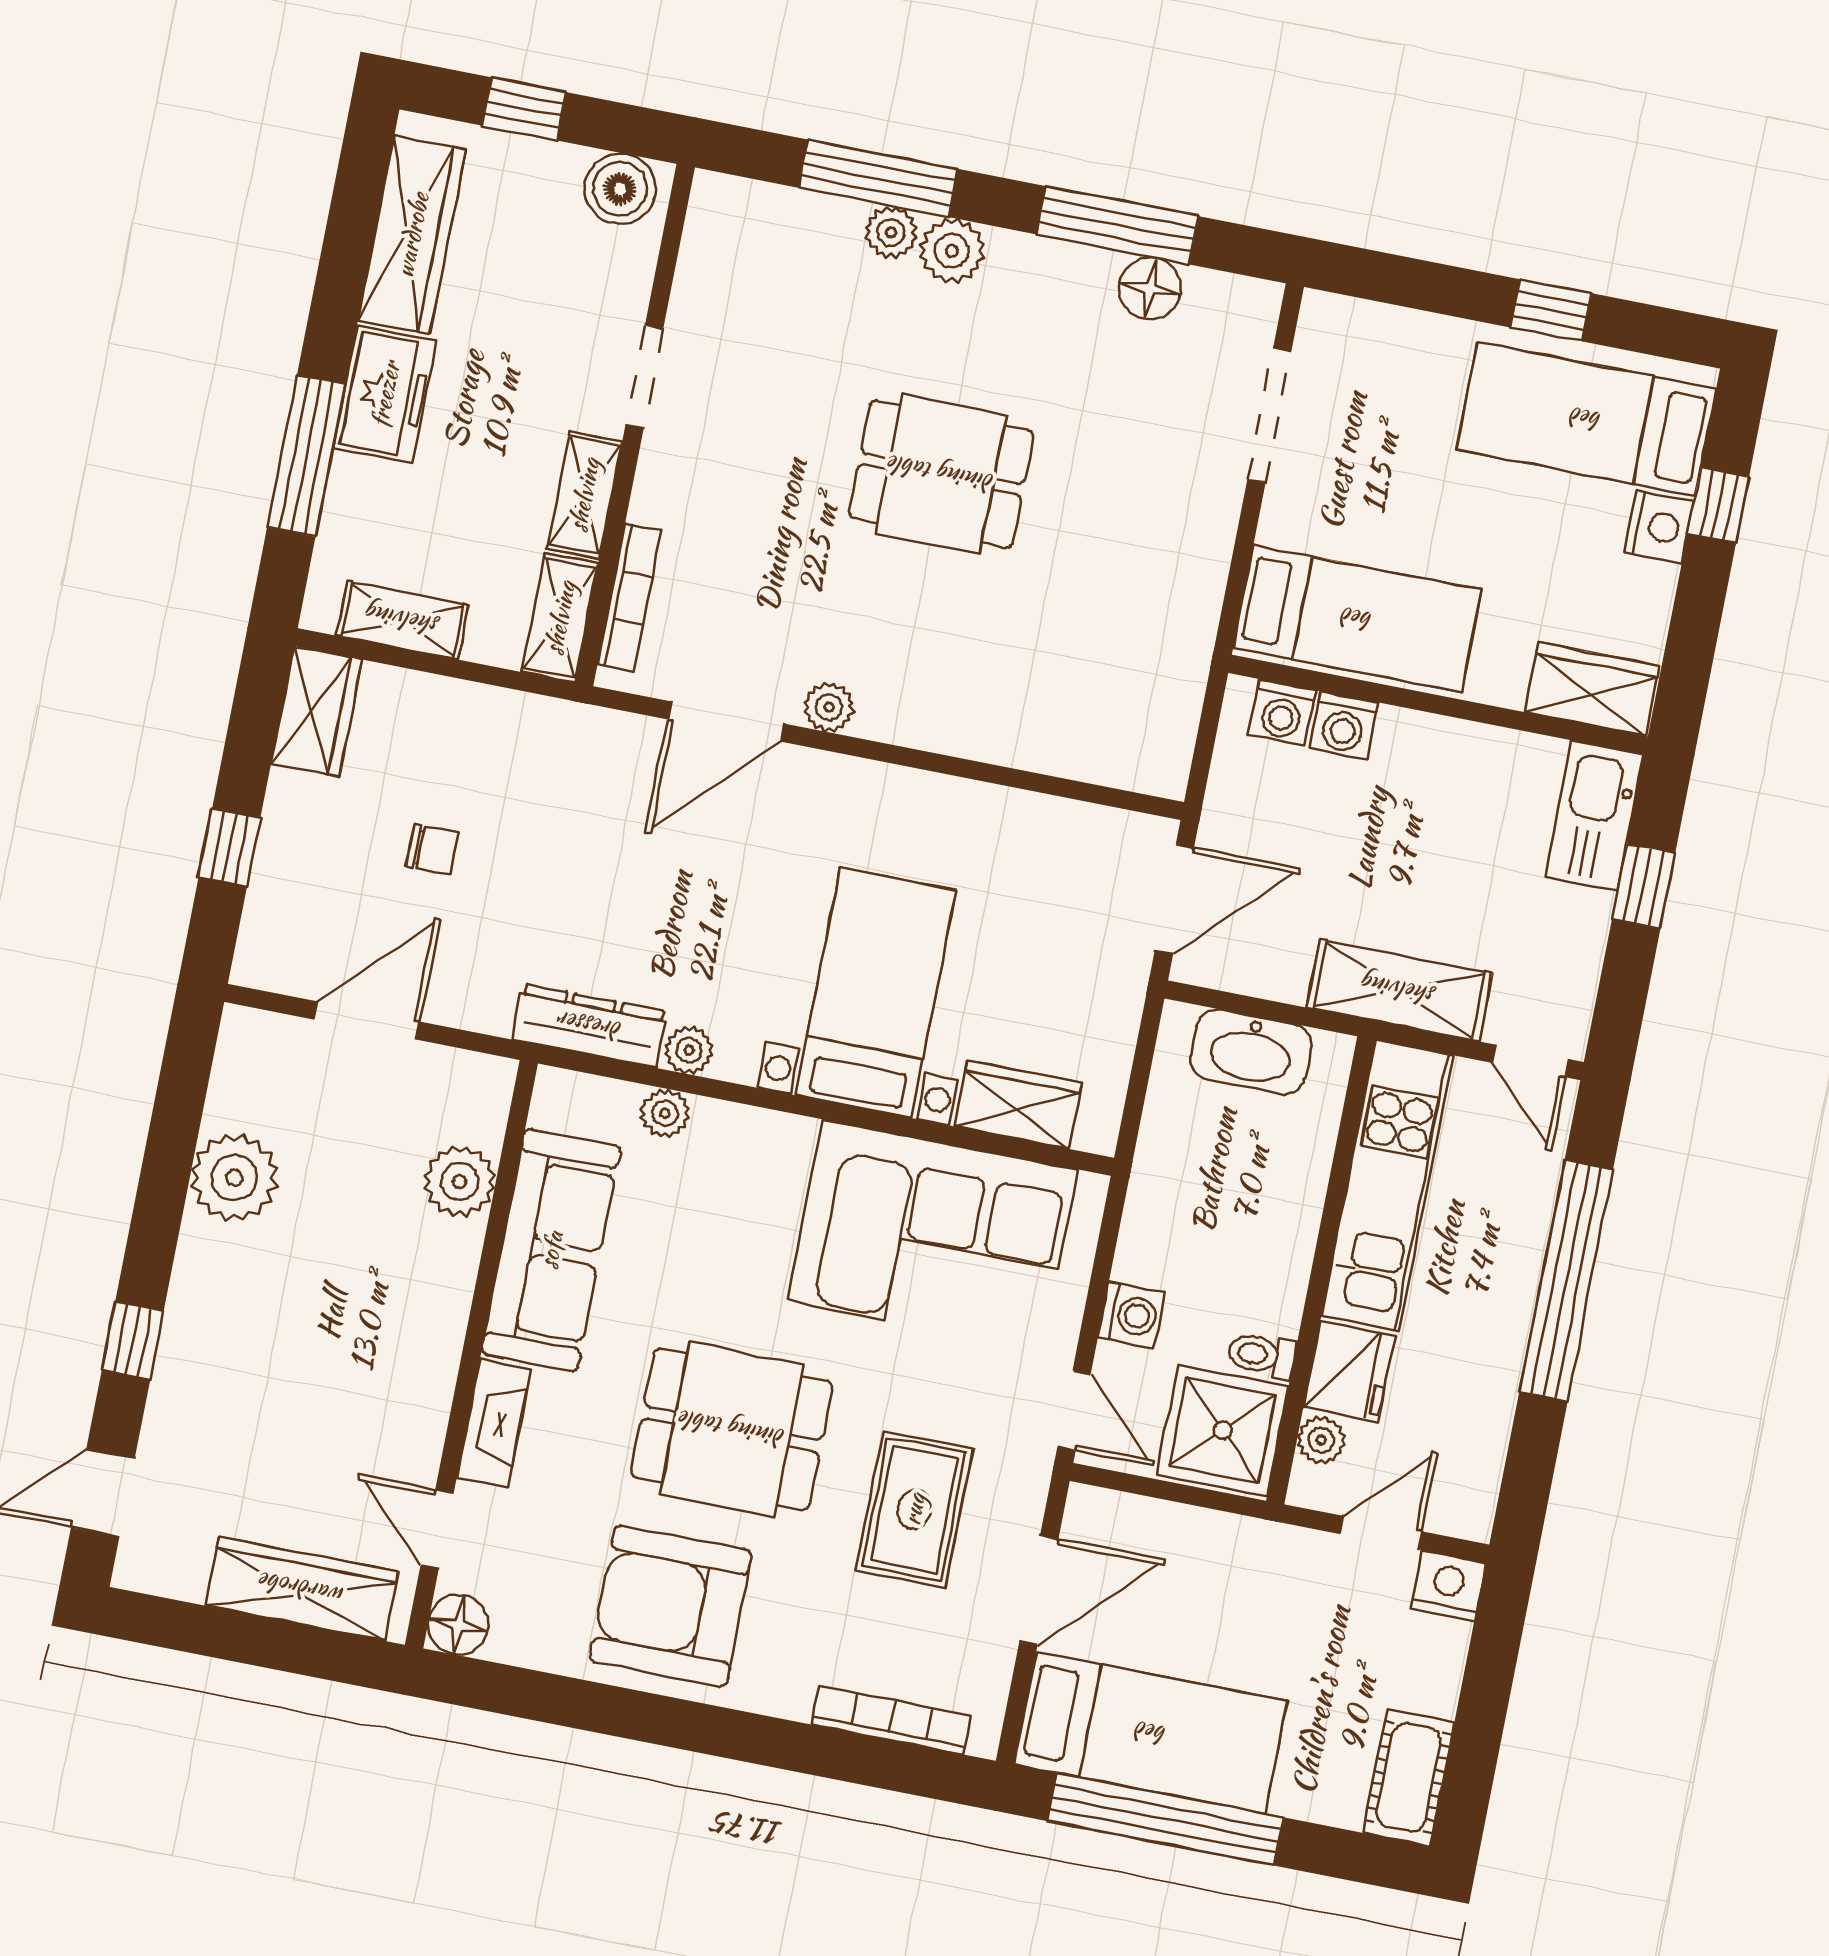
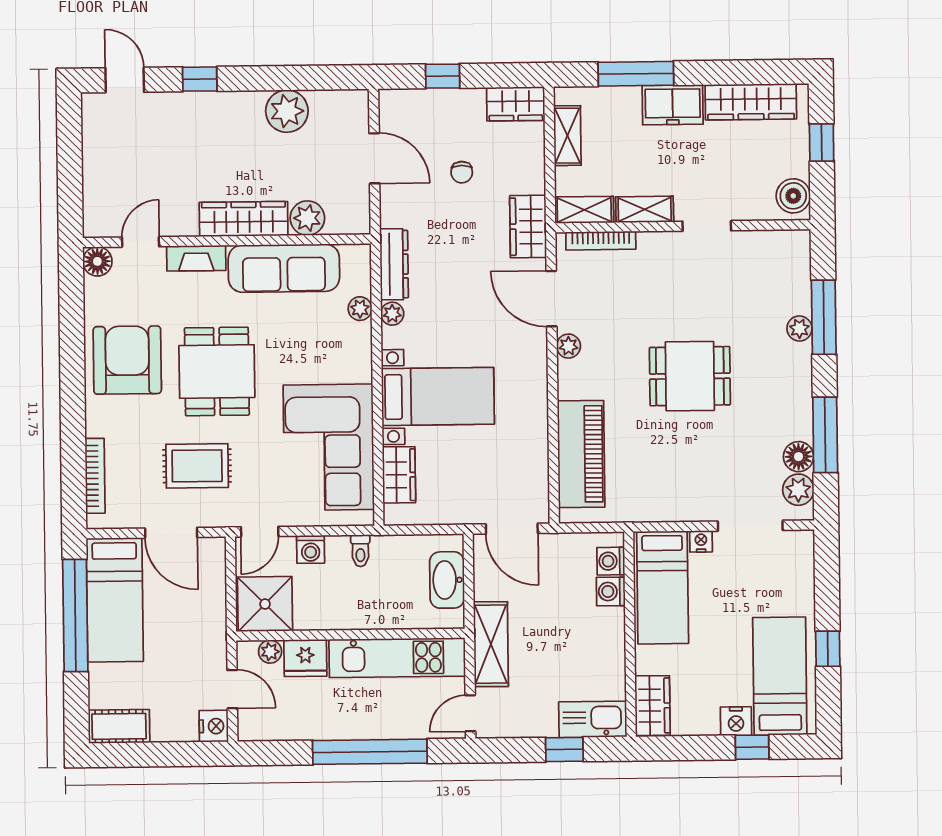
plant: (952, 251) -> (798, 490), moved
dining table: (941, 474) -> (690, 376), turned 90
nightstand: (1280, 522) -> (701, 541), added
piano: (1053, 727) -> (581, 454), added
wardrobe: (570, 738) -> (528, 227), added
toilet: (1262, 1355) -> (360, 551), moved, turned 180
wardrobe: (302, 1589) -> (244, 219), moved, turned -90

